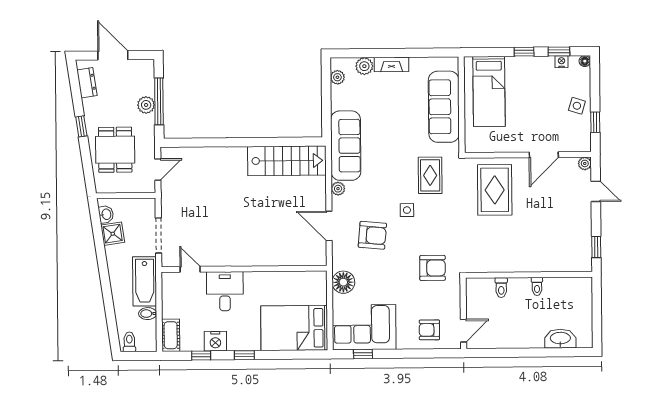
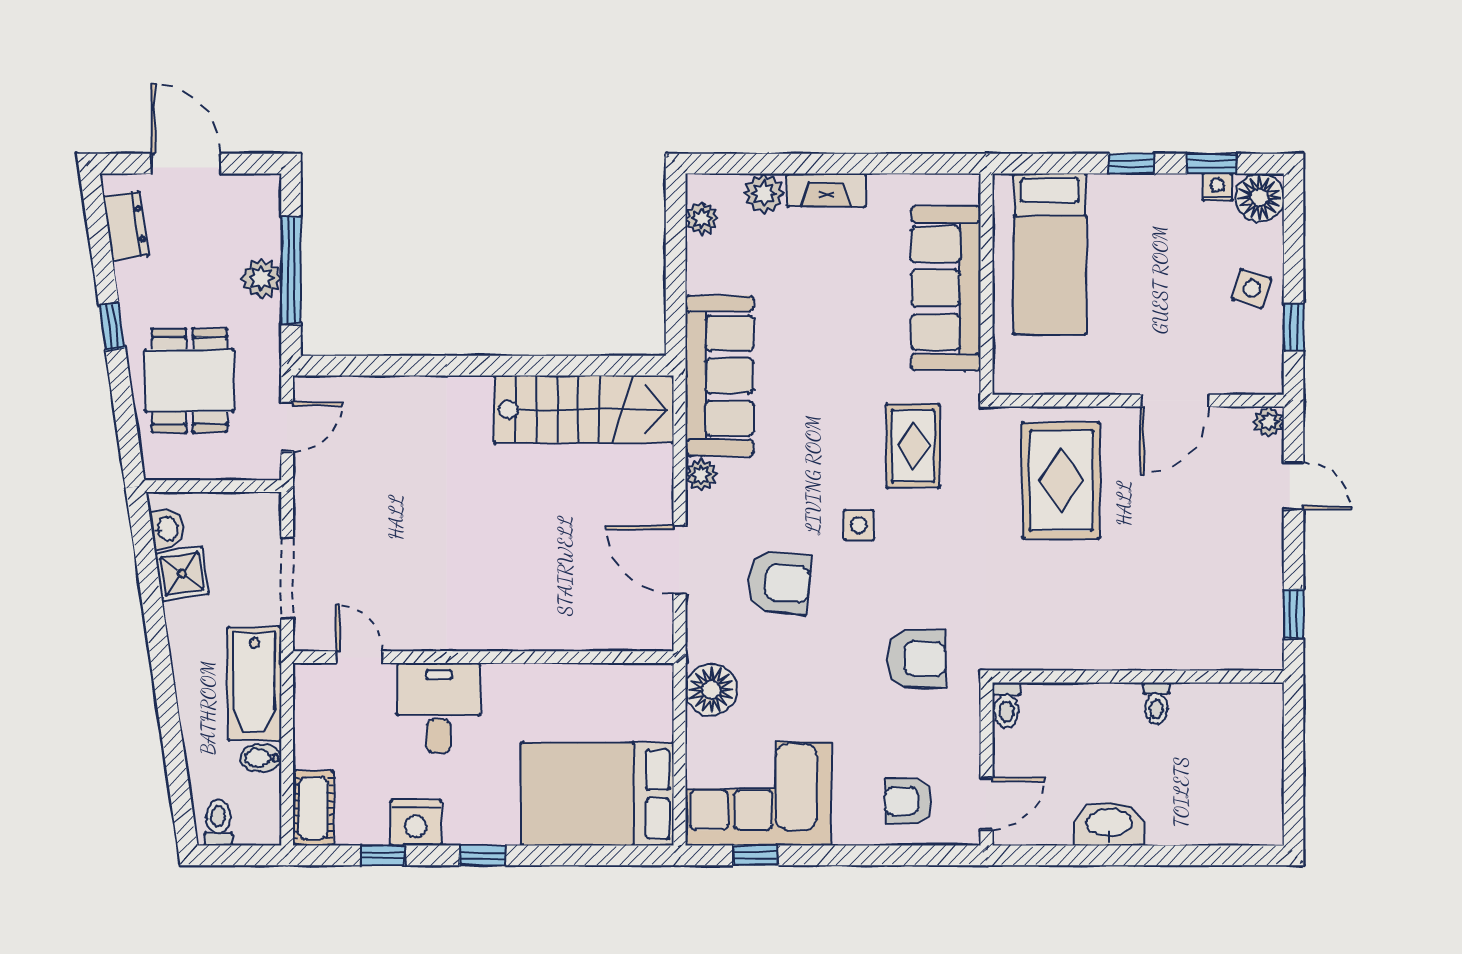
floor lamp: (585, 61) -> (1259, 198), width x1.89, depth x1.89
toilet: (501, 288) -> (1006, 705), moved
washbasin: (560, 339) -> (1109, 824), moved

